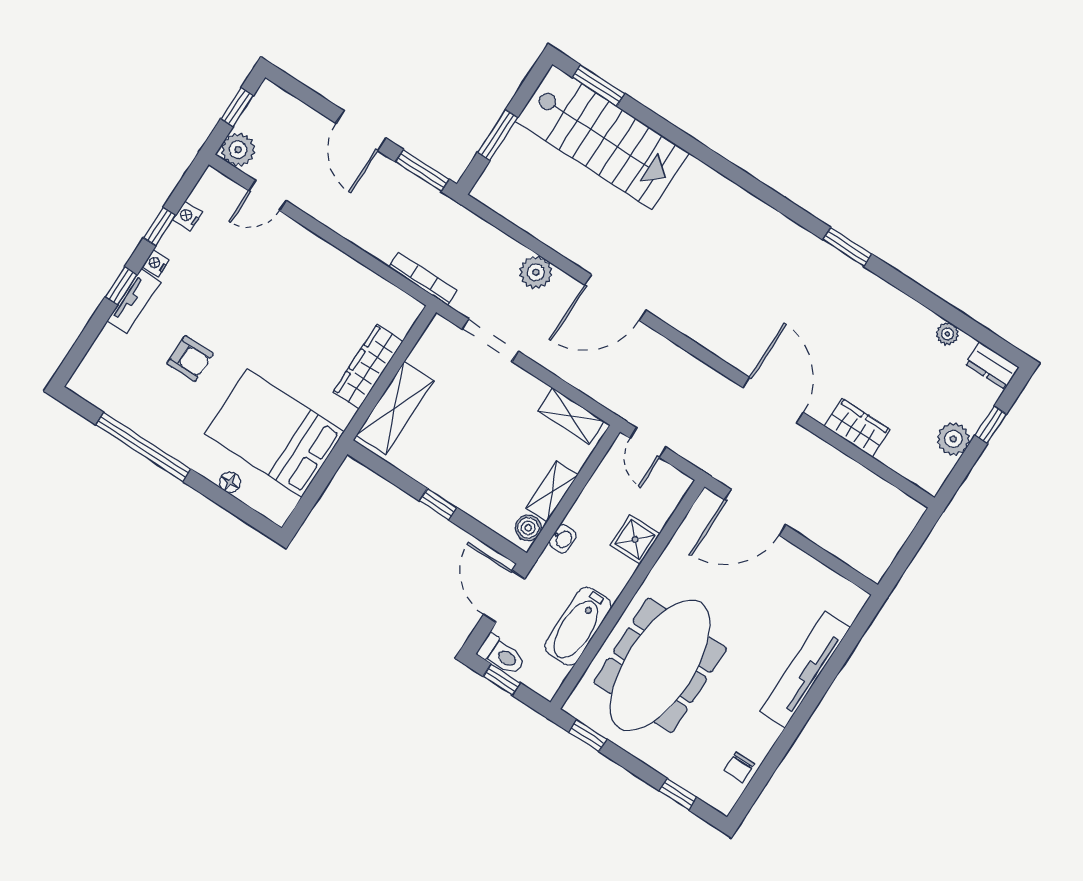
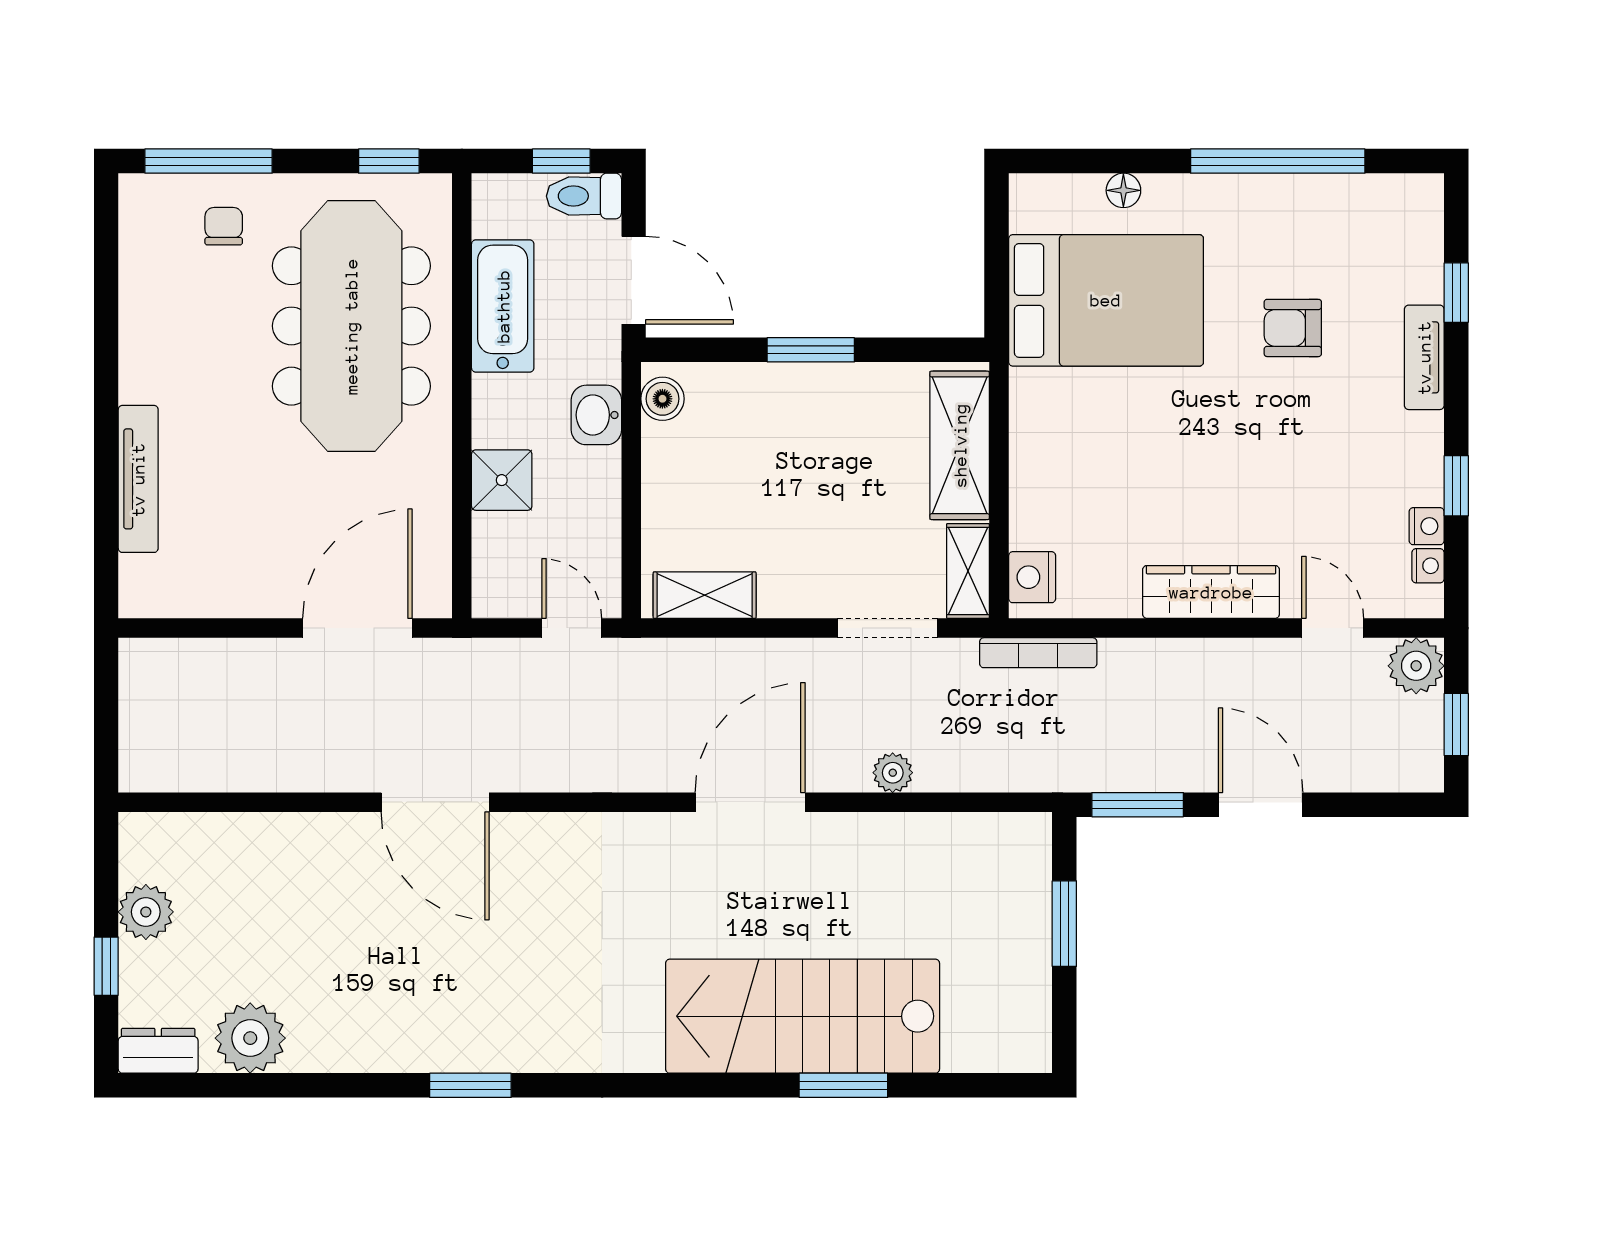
window: (599, 85) -> (843, 1085), moved
stairs: (602, 137) -> (803, 1016), moved
door: (267, 196) -> (1333, 628), hinge flipped
nightstand: (156, 263) -> (1428, 566), moved
plant: (536, 272) -> (893, 773), width x0.73, depth x0.73
window: (121, 286) -> (1456, 293), moved
nightstand: (401, 319) -> (1032, 577), added
plant: (947, 334) -> (250, 1038), width x1.88, depth x1.88
wardrobe: (368, 367) -> (1211, 592), moved, turned -90
wardrobe: (857, 428) -> (291, 840), removed
shelving: (552, 491) -> (968, 571), moved
window: (438, 504) -> (811, 350), width x1.50
washbasin: (563, 539) -> (596, 415), width x1.38, depth x1.45
tv unit: (805, 670) -> (138, 479), width x0.73, depth x0.78
chair: (739, 767) -> (224, 226), moved
window: (678, 794) -> (209, 161), width x2.17

